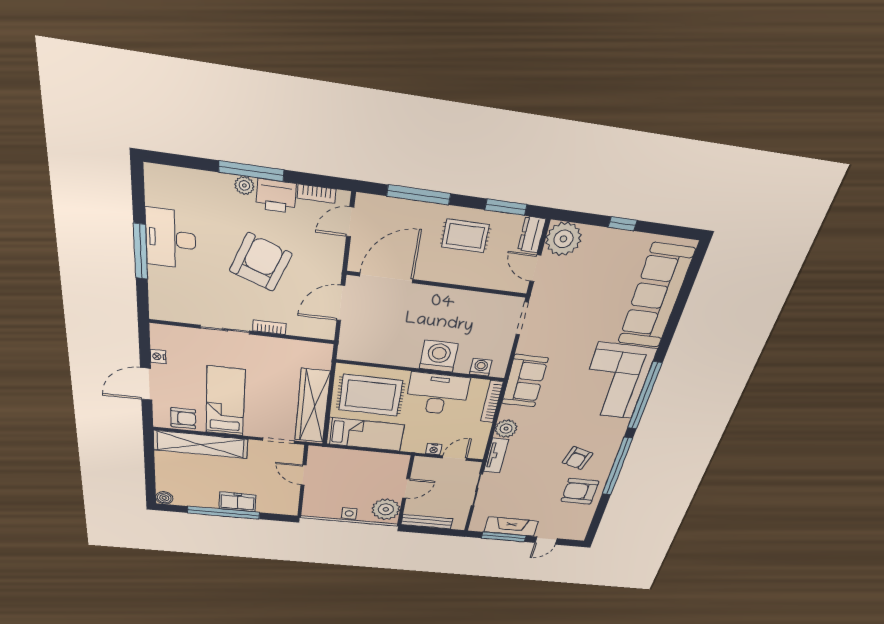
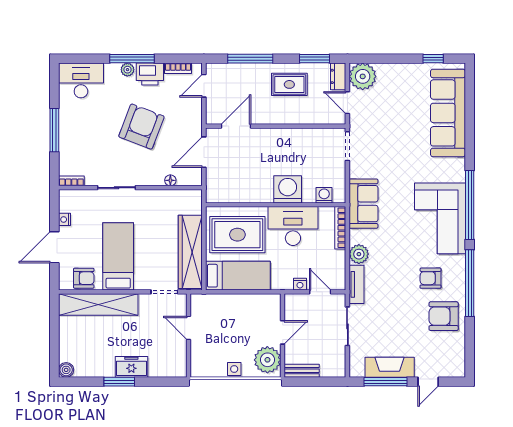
window: (622, 224) -> (433, 59), moved
desk: (171, 239) -> (81, 80), moved, turned 90
door: (386, 278) -> (236, 126), width x0.73
bookcase: (269, 327) -> (71, 181), moved
floor lamp: (295, 330) -> (170, 180), added
corner sofa: (615, 381) -> (440, 218), moved
door: (454, 458) -> (320, 292), hinge flipped
armchair: (577, 458) -> (431, 278), turned 74
window: (224, 513) -> (119, 382), width x0.47
bench: (427, 522) -> (302, 371), width x0.73

